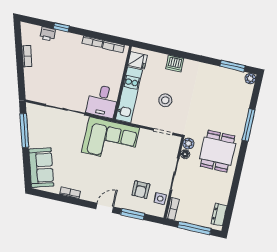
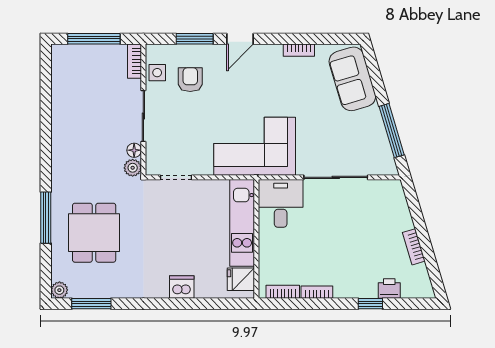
stool: (165, 100) -> (184, 227), removed
dining table: (218, 151) -> (94, 233), moved
dresser: (219, 215) -> (60, 68), removed

